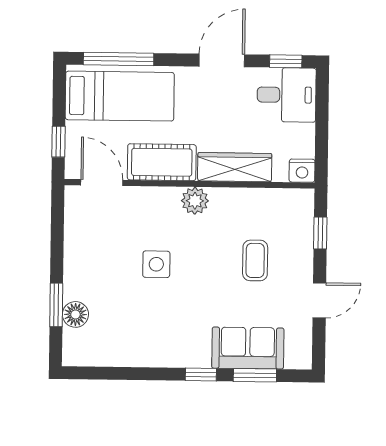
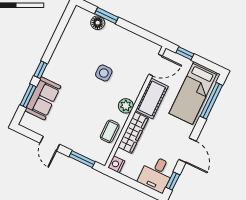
window: (320, 233) -> (82, 159), width x1.50
coffee table: (255, 260) -> (110, 131), moved, turned 90

